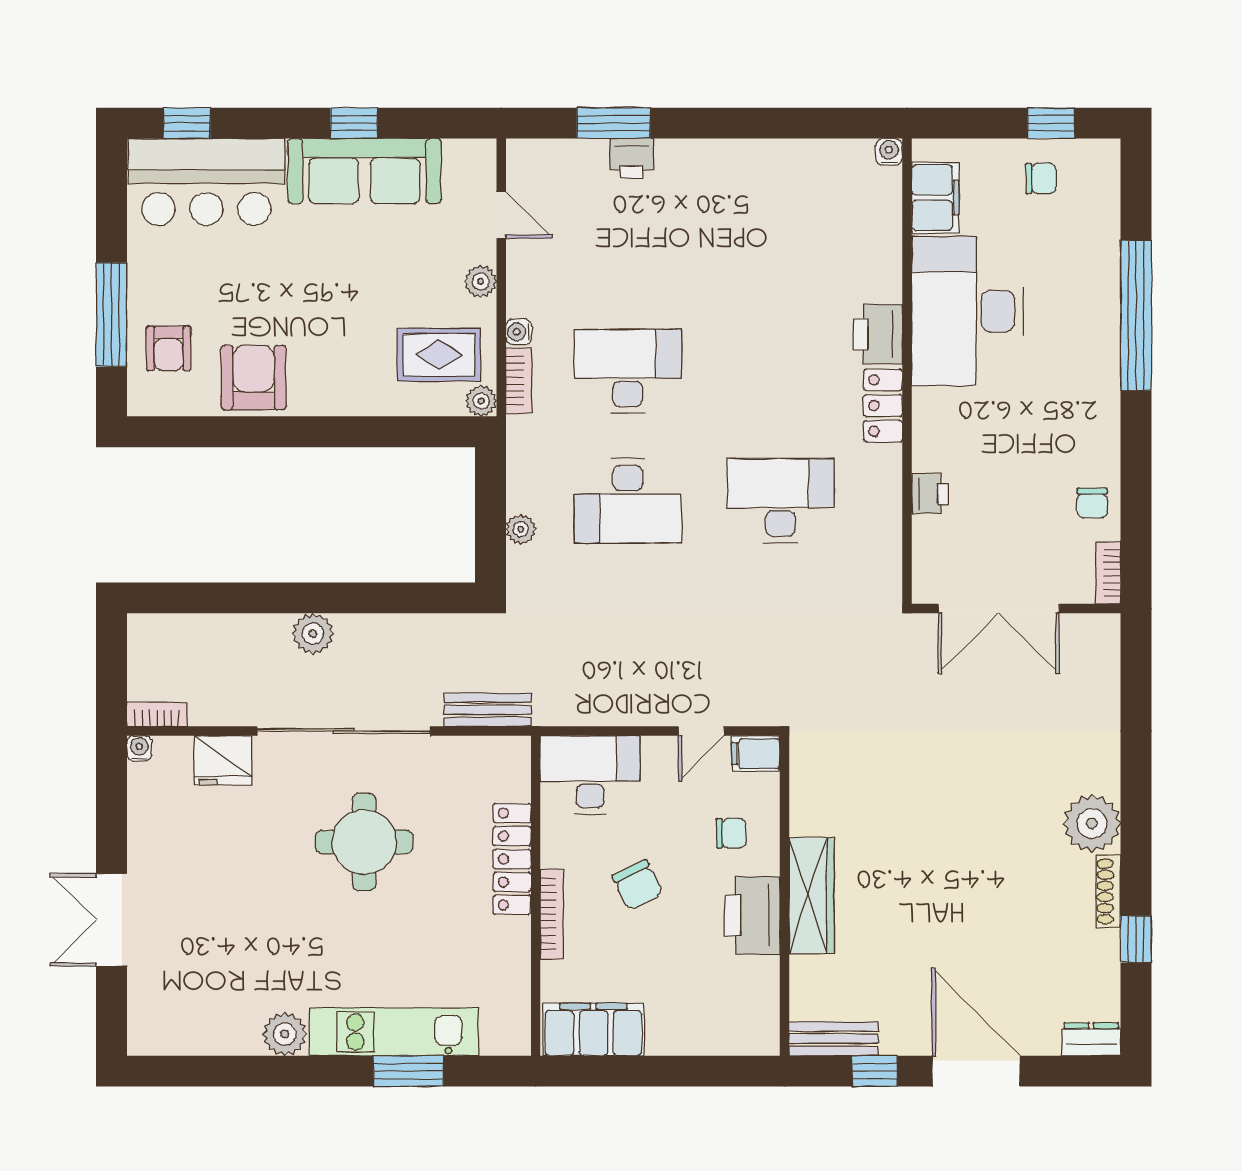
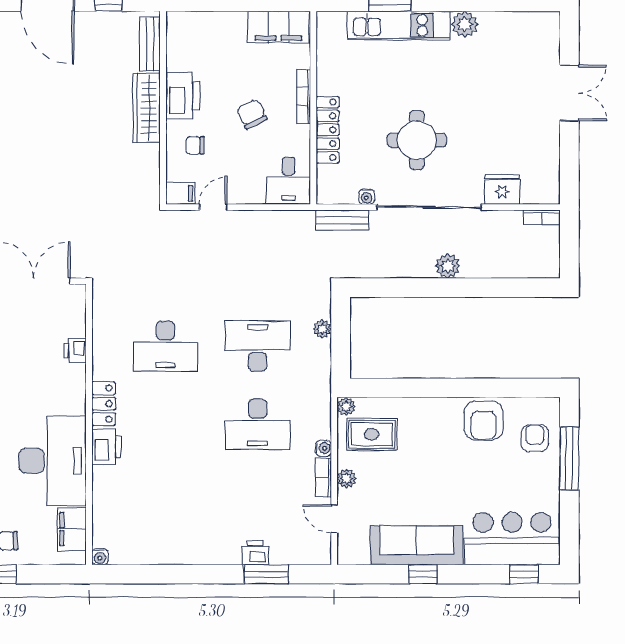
bookcase: (519, 380) -> (323, 478), moved
water cooler: (139, 748) -> (366, 197), moved
desk: (590, 775) -> (289, 181), width x0.73
bench: (834, 1039) -> (150, 44), moved, turned 90

